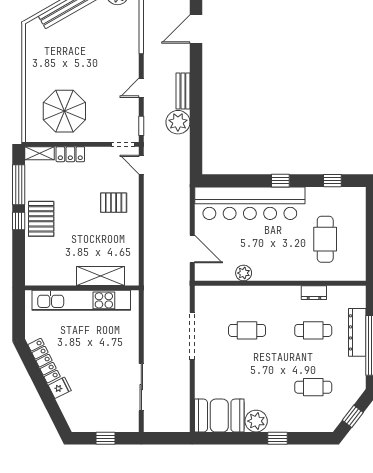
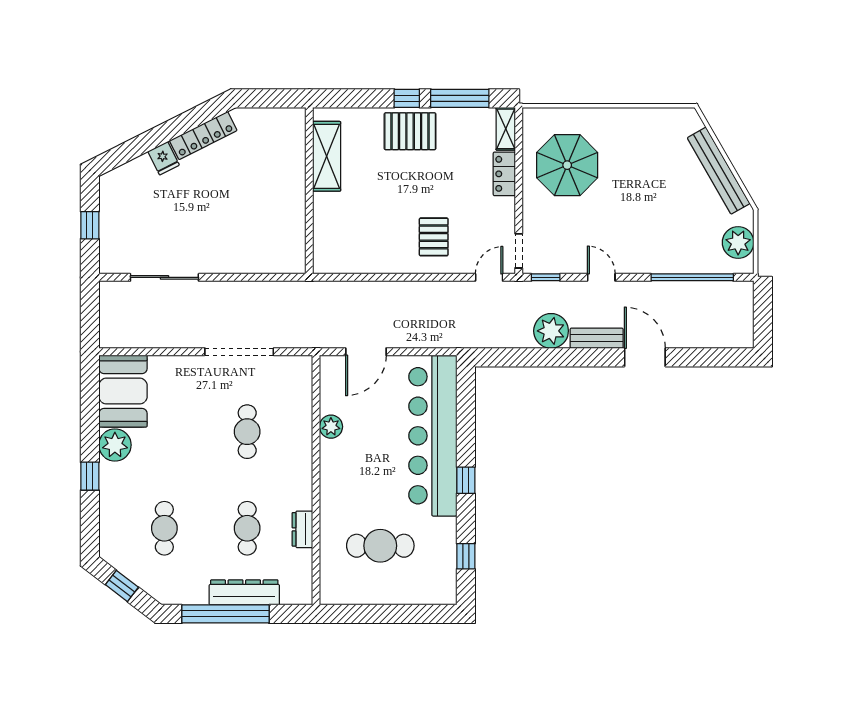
door: (196, 29) -> (645, 357), moved
shelving: (101, 276) -> (327, 156), moved
kitchen unit: (81, 300) -> (291, 190), removed

